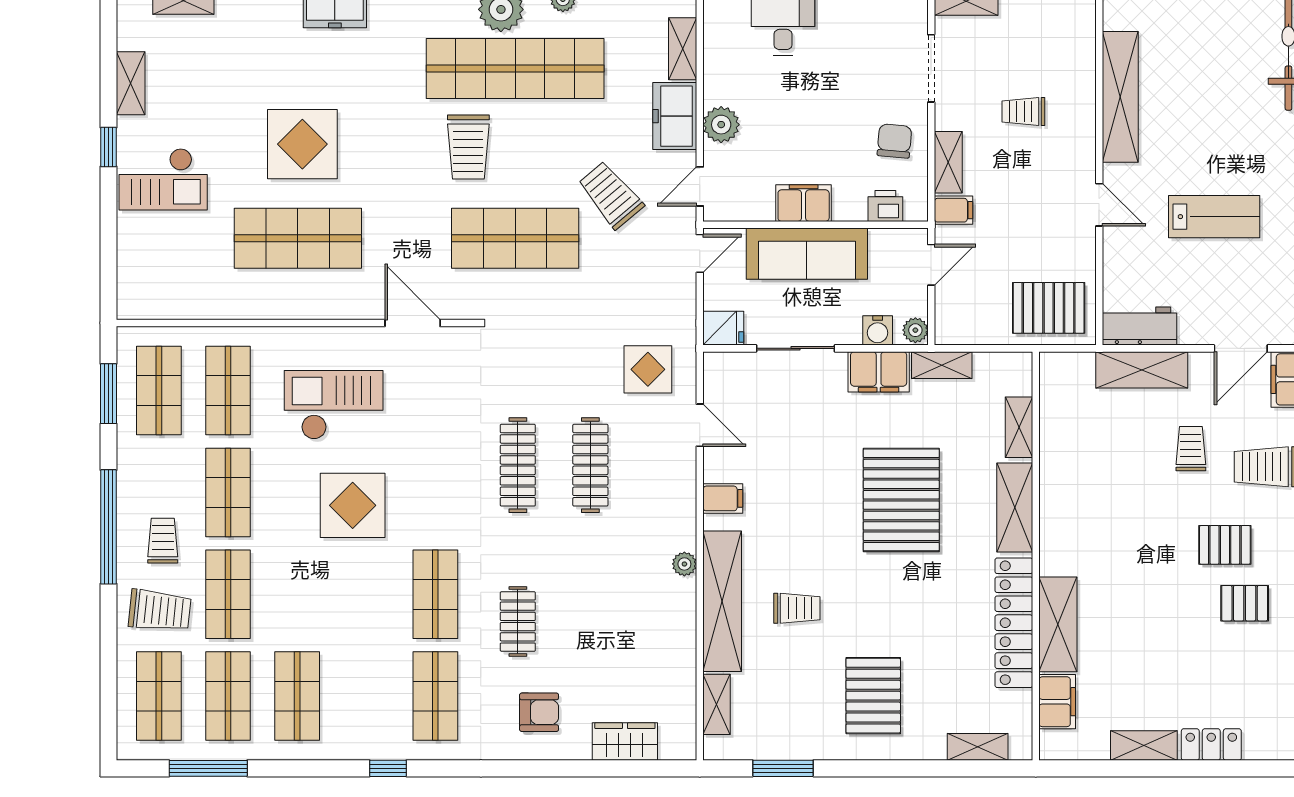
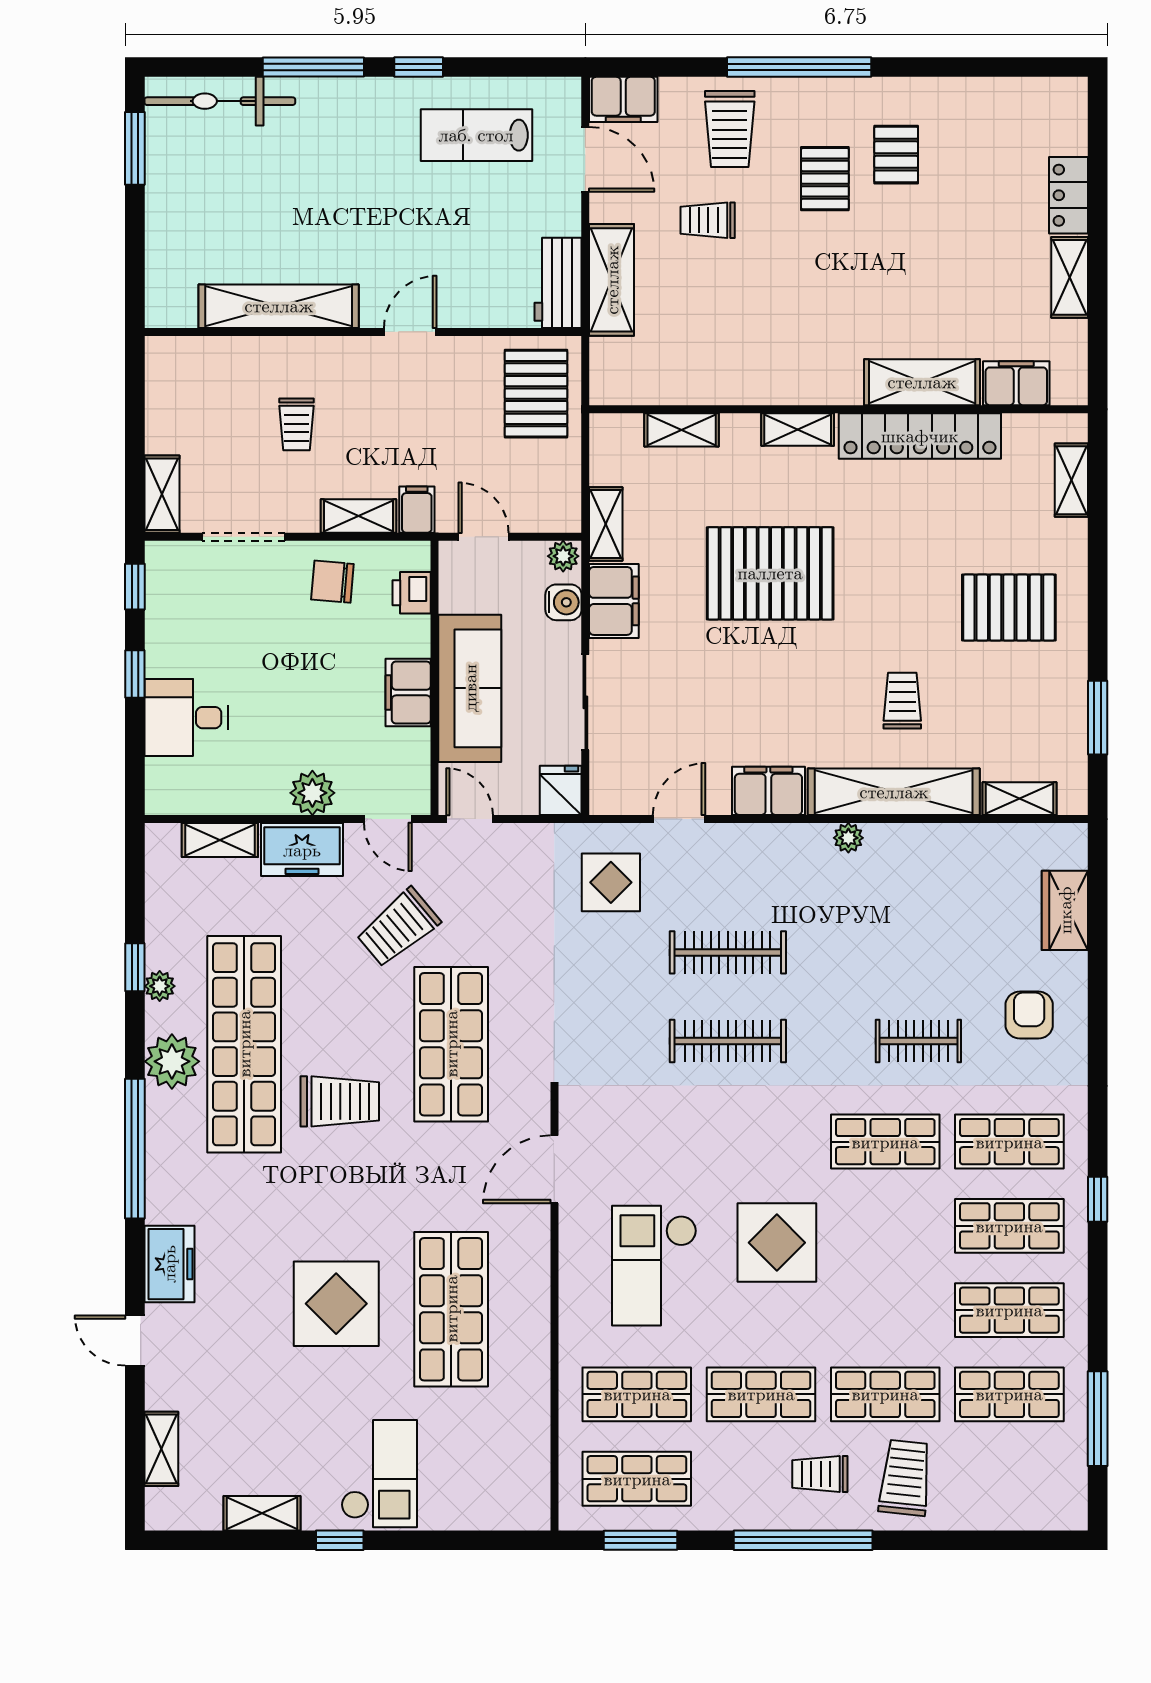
lab bench: (1214, 217) -> (476, 135), moved, turned -90
filing cabinet: (723, 498) -> (768, 791), width x2.00
shelving: (1015, 508) -> (798, 429), width x0.67, depth x0.75
shop shelf: (159, 696) -> (1009, 1226), moved

